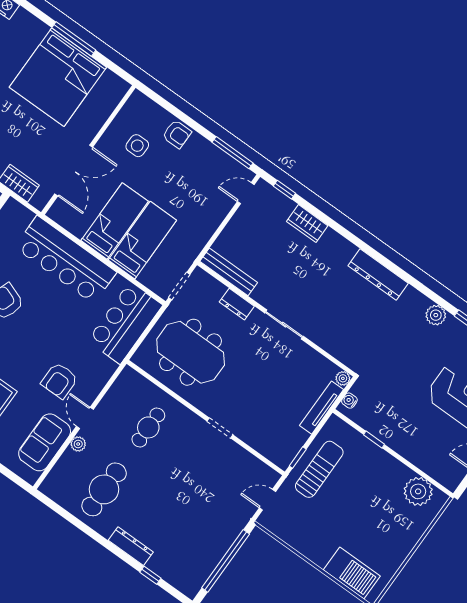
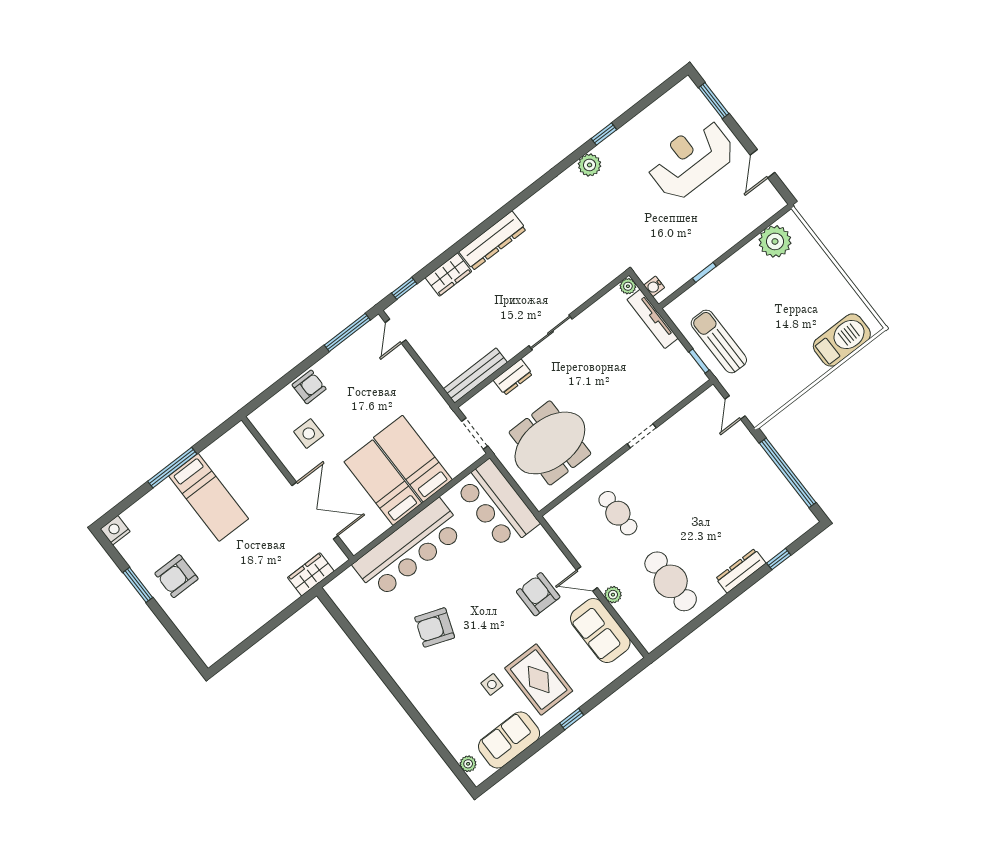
bed: (58, 77) -> (209, 497), width x0.49
dresser: (378, 274) -> (493, 241), moved
armchair: (60, 381) -> (538, 594), turned 180

